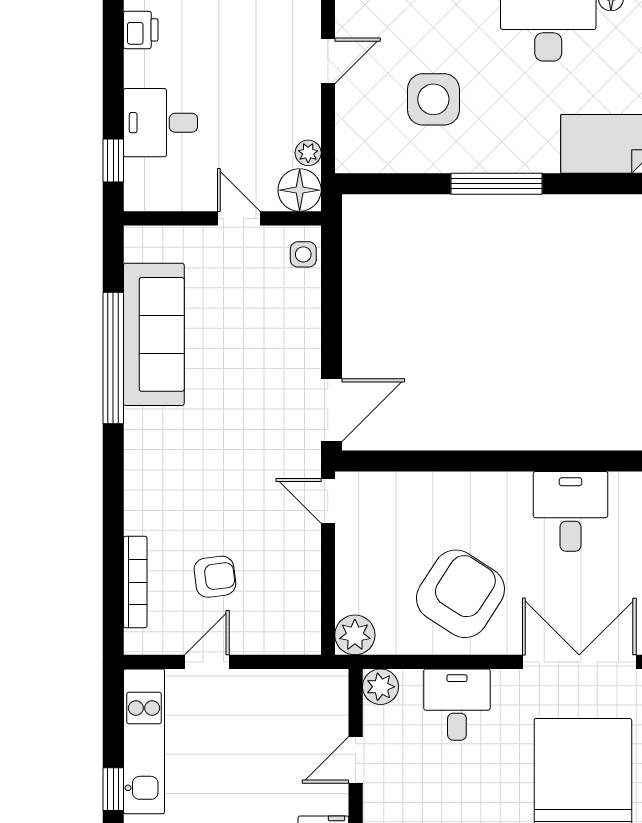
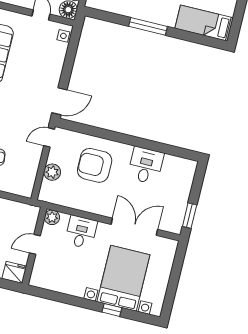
door: (328, 501) -> (49, 137), hinge flipped
armchair: (460, 594) -> (95, 165), moved, turned -123
plant: (355, 635) -> (52, 172), moved

